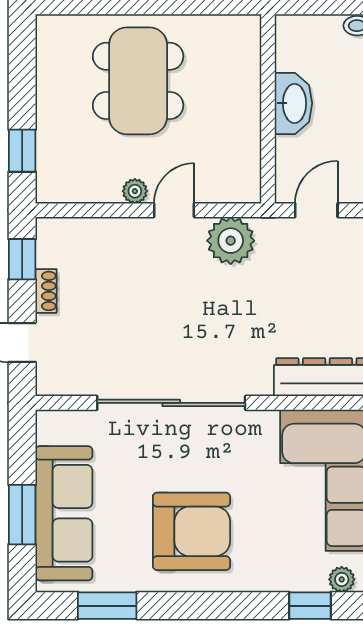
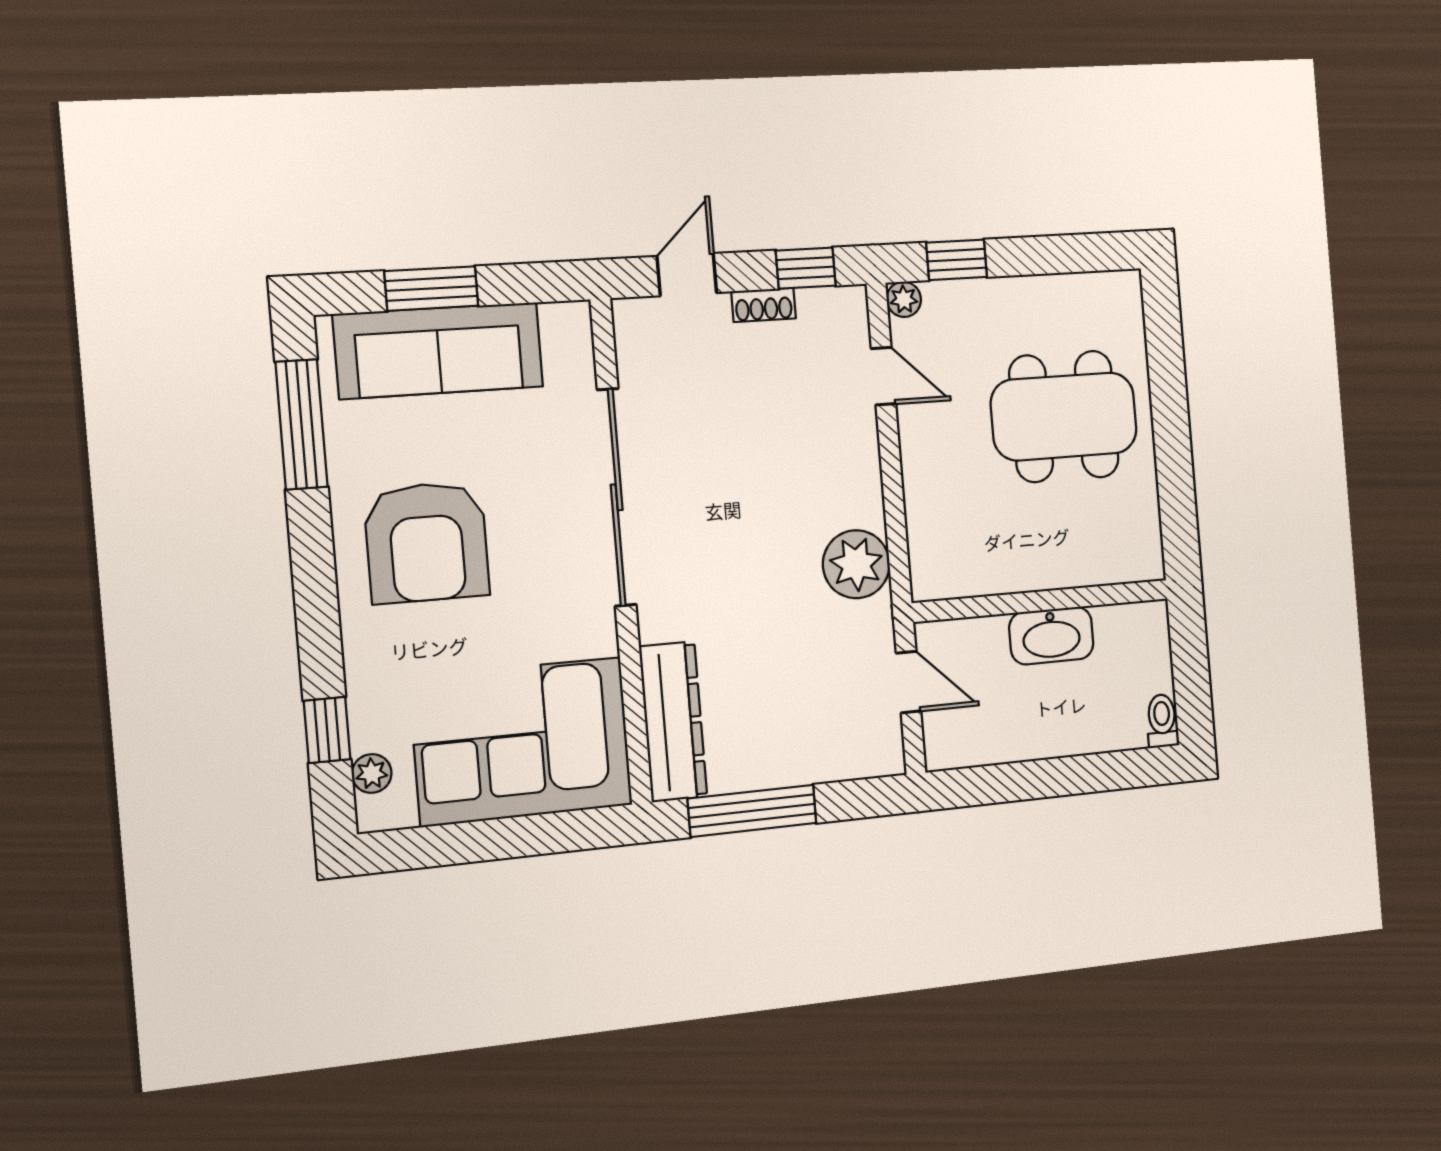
plant: (135, 191) -> (904, 299), moved
door: (174, 210) -> (884, 376), moved
window: (107, 606) -> (301, 424), width x1.44

